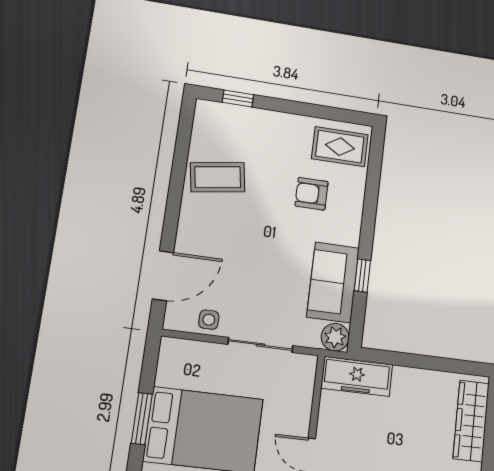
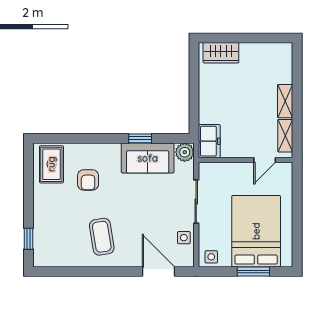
coffee table: (218, 177) -> (102, 237), moved
side table: (174, 357) -> (211, 257), added
freezer: (357, 376) -> (209, 141), width x0.71
wardrobe: (471, 421) -> (221, 53), width x0.67

